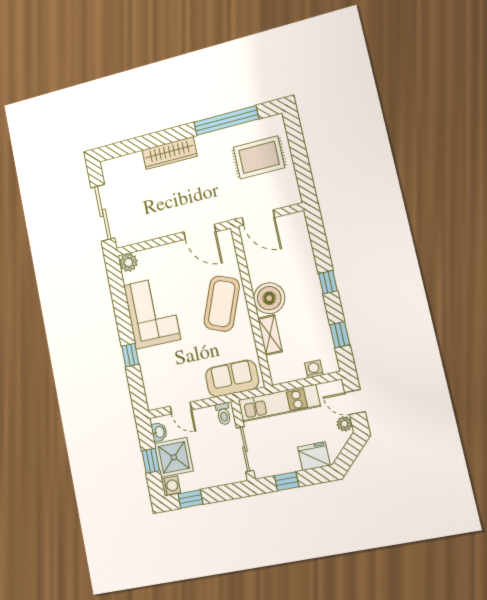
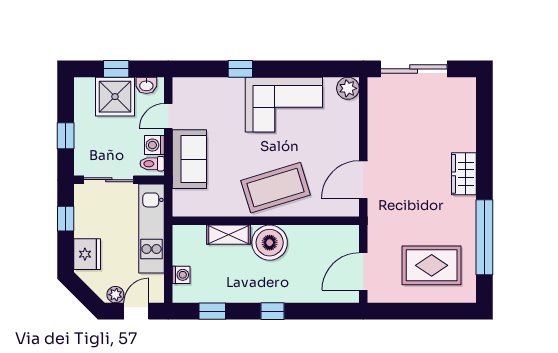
wardrobe: (170, 153) -> (464, 174), width x0.67
rug: (259, 157) -> (432, 265), turned 90
door: (258, 217) -> (363, 272), moved
coffee table: (222, 304) -> (276, 188), turned -38
sofa: (232, 378) -> (189, 159), moved
washing machine: (171, 486) -> (154, 145), moved, turned 90
window: (190, 499) -> (66, 136), moved

